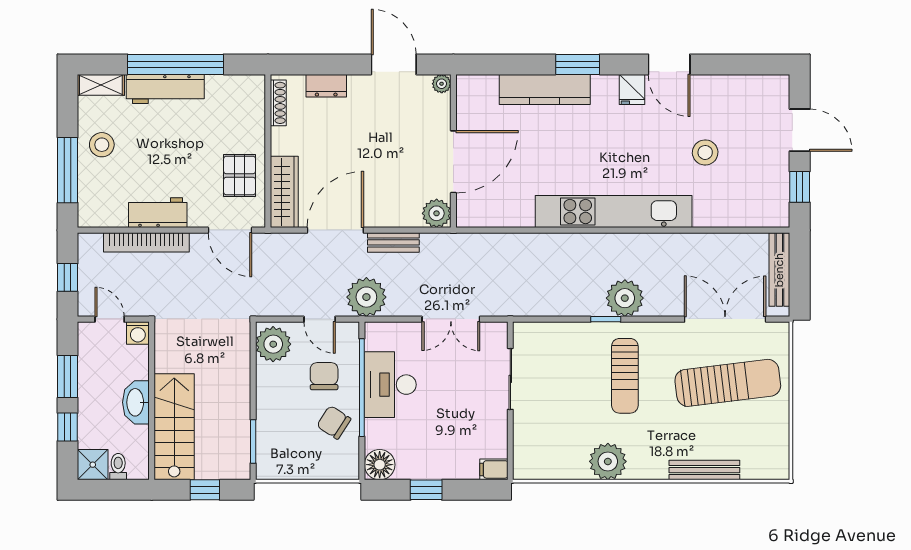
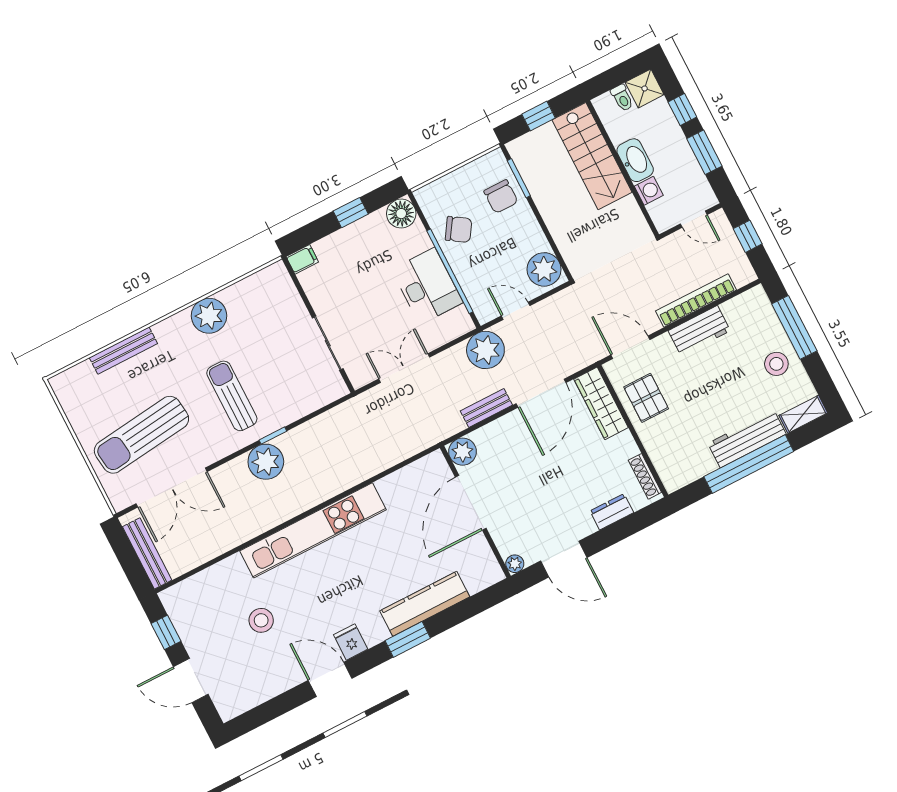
washing machine: (138, 333) -> (649, 191), moved, turned 90
chair: (324, 376) -> (501, 197), moved

